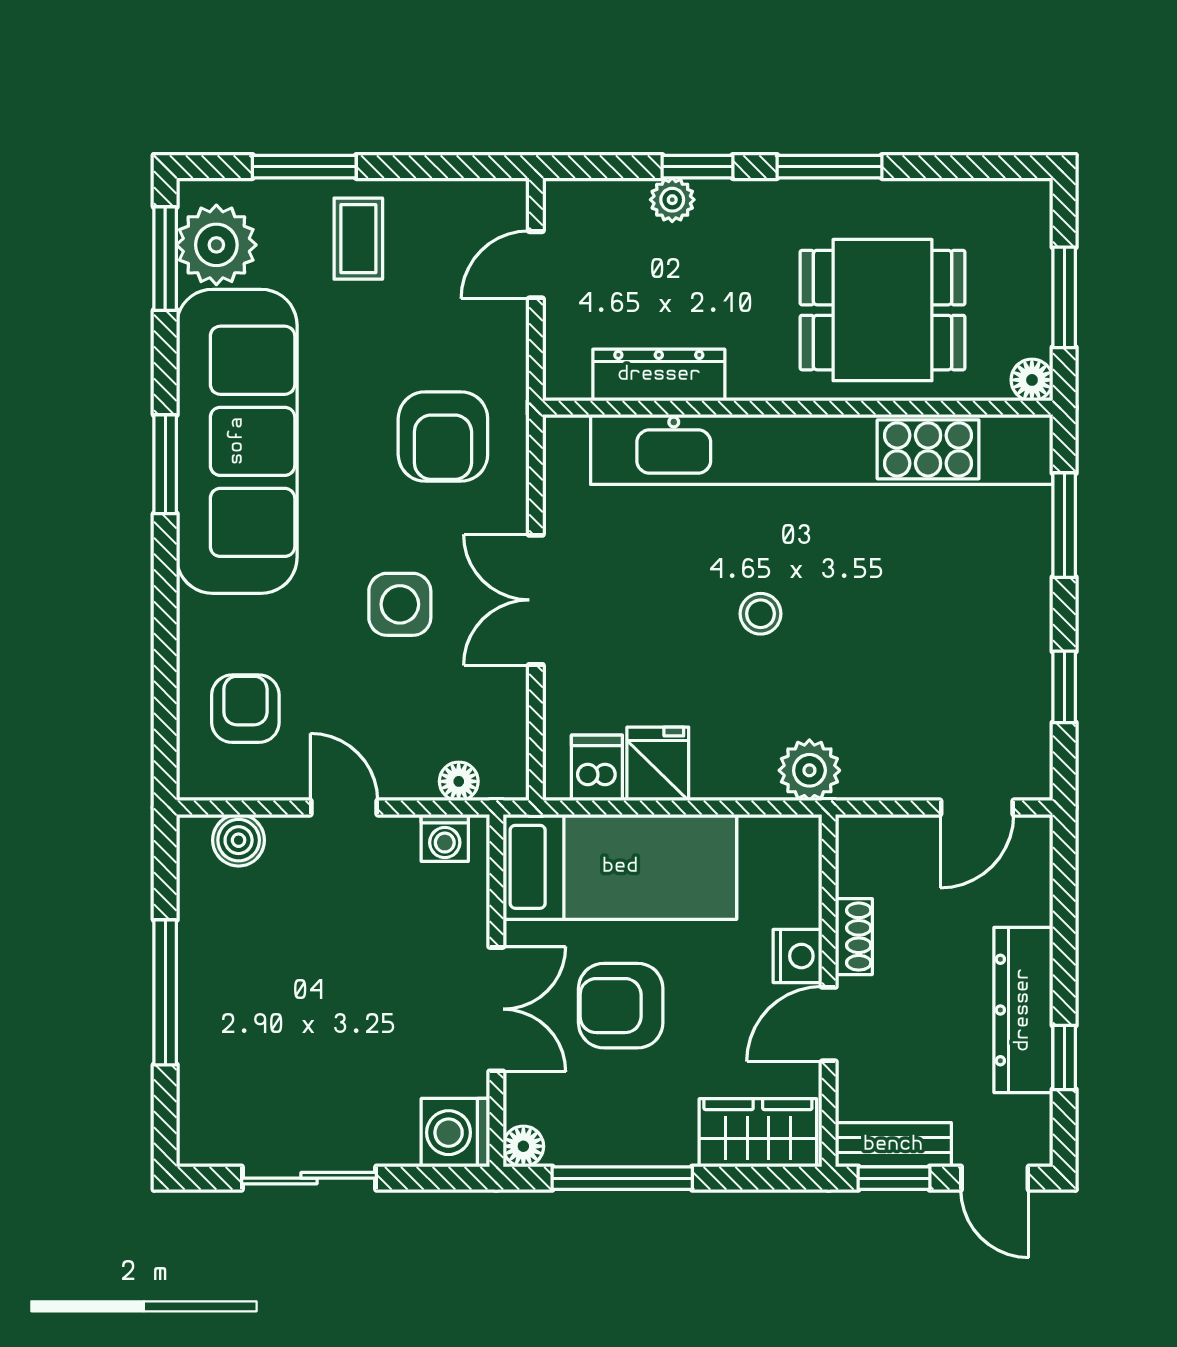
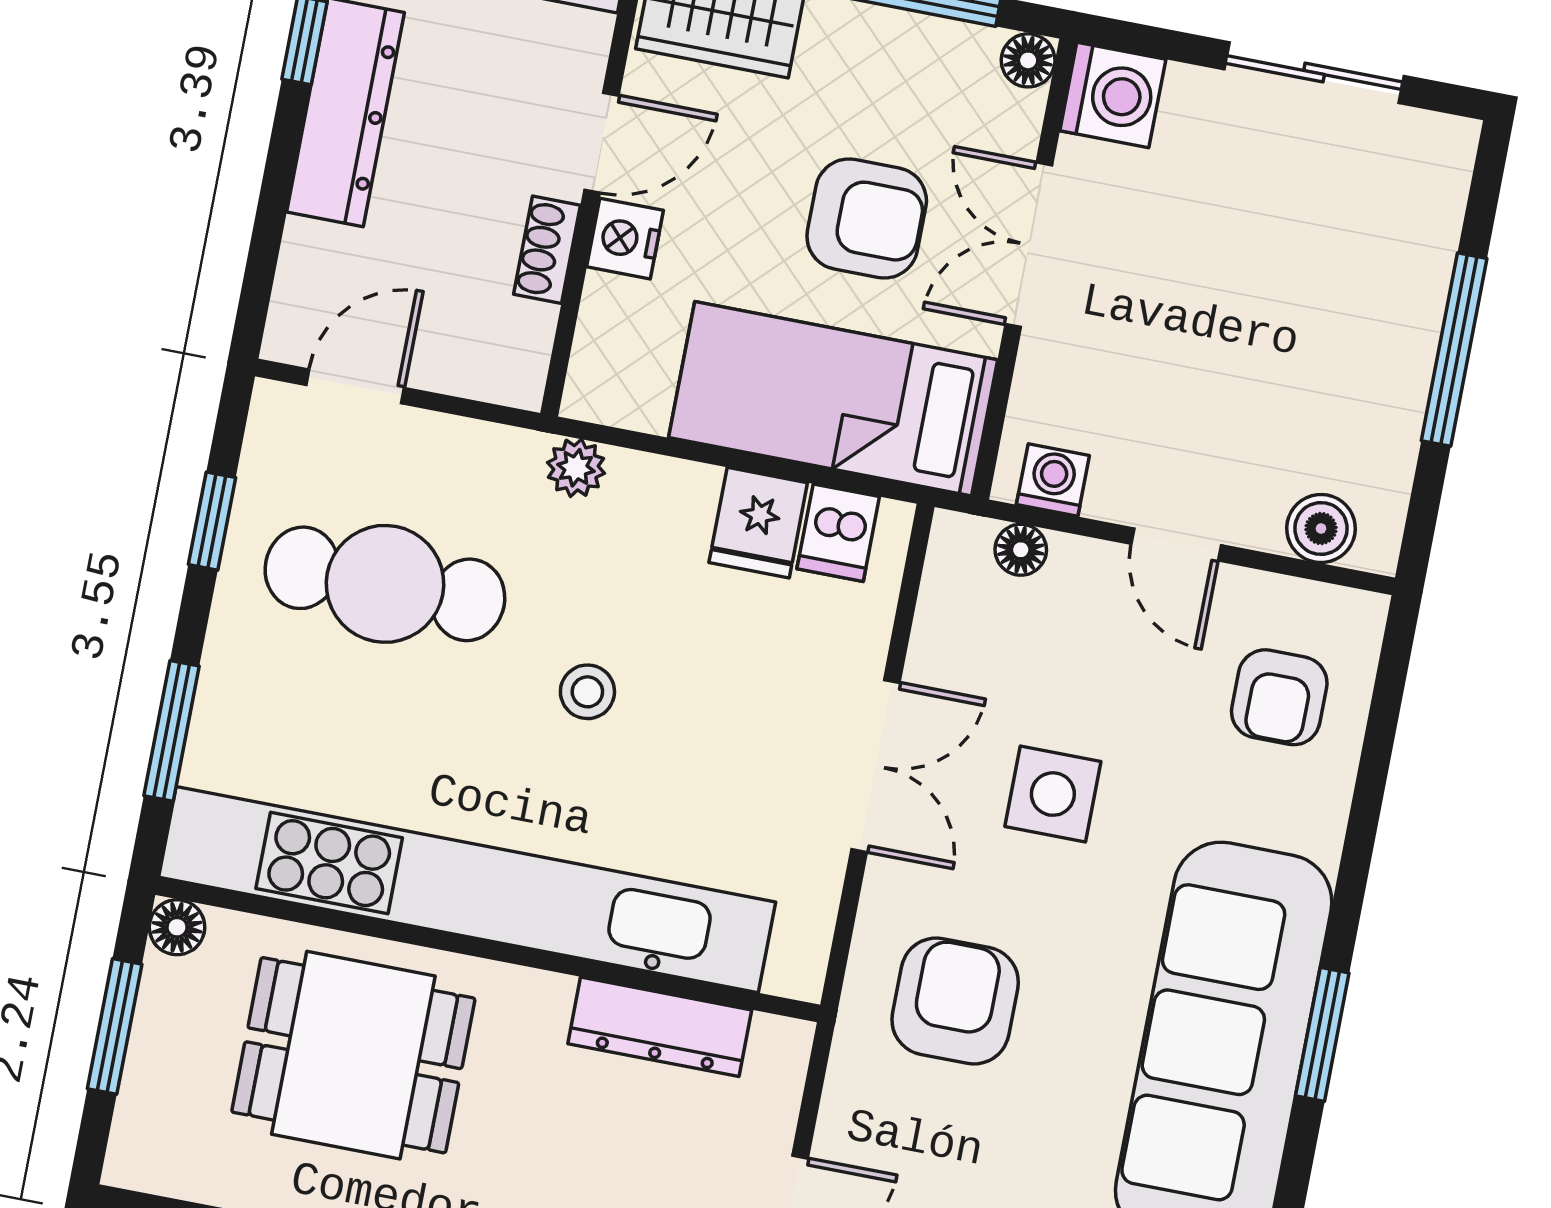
cafe table: (927, 665) -> (385, 584), added
plant: (809, 770) -> (576, 468), width x0.73, depth x0.73

